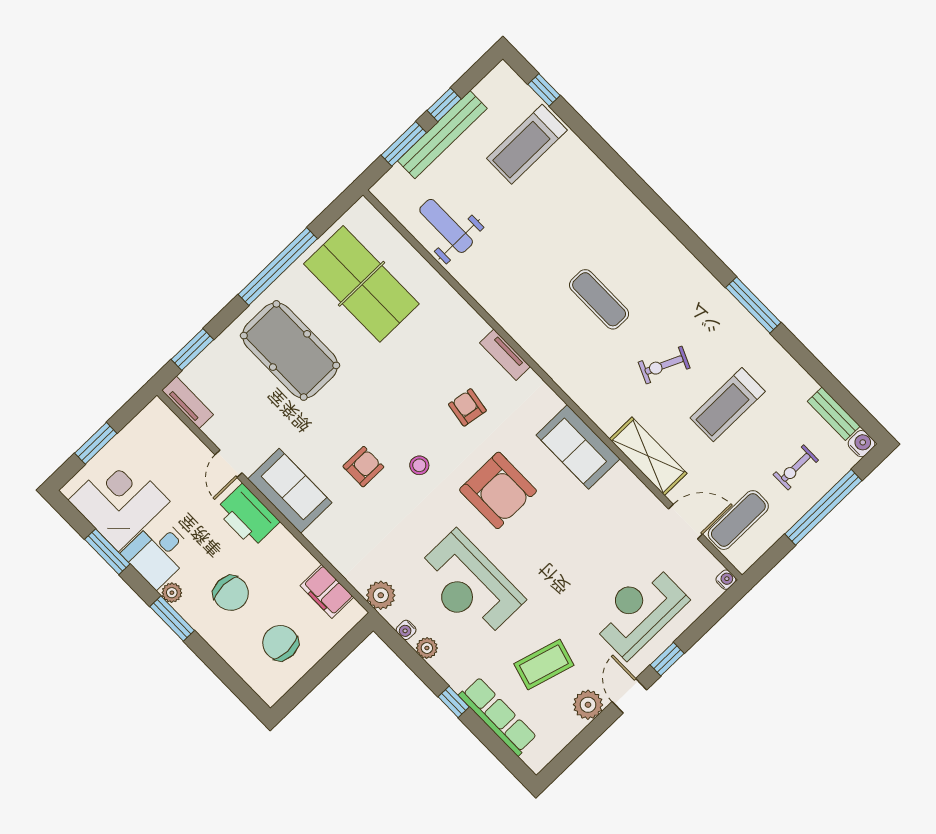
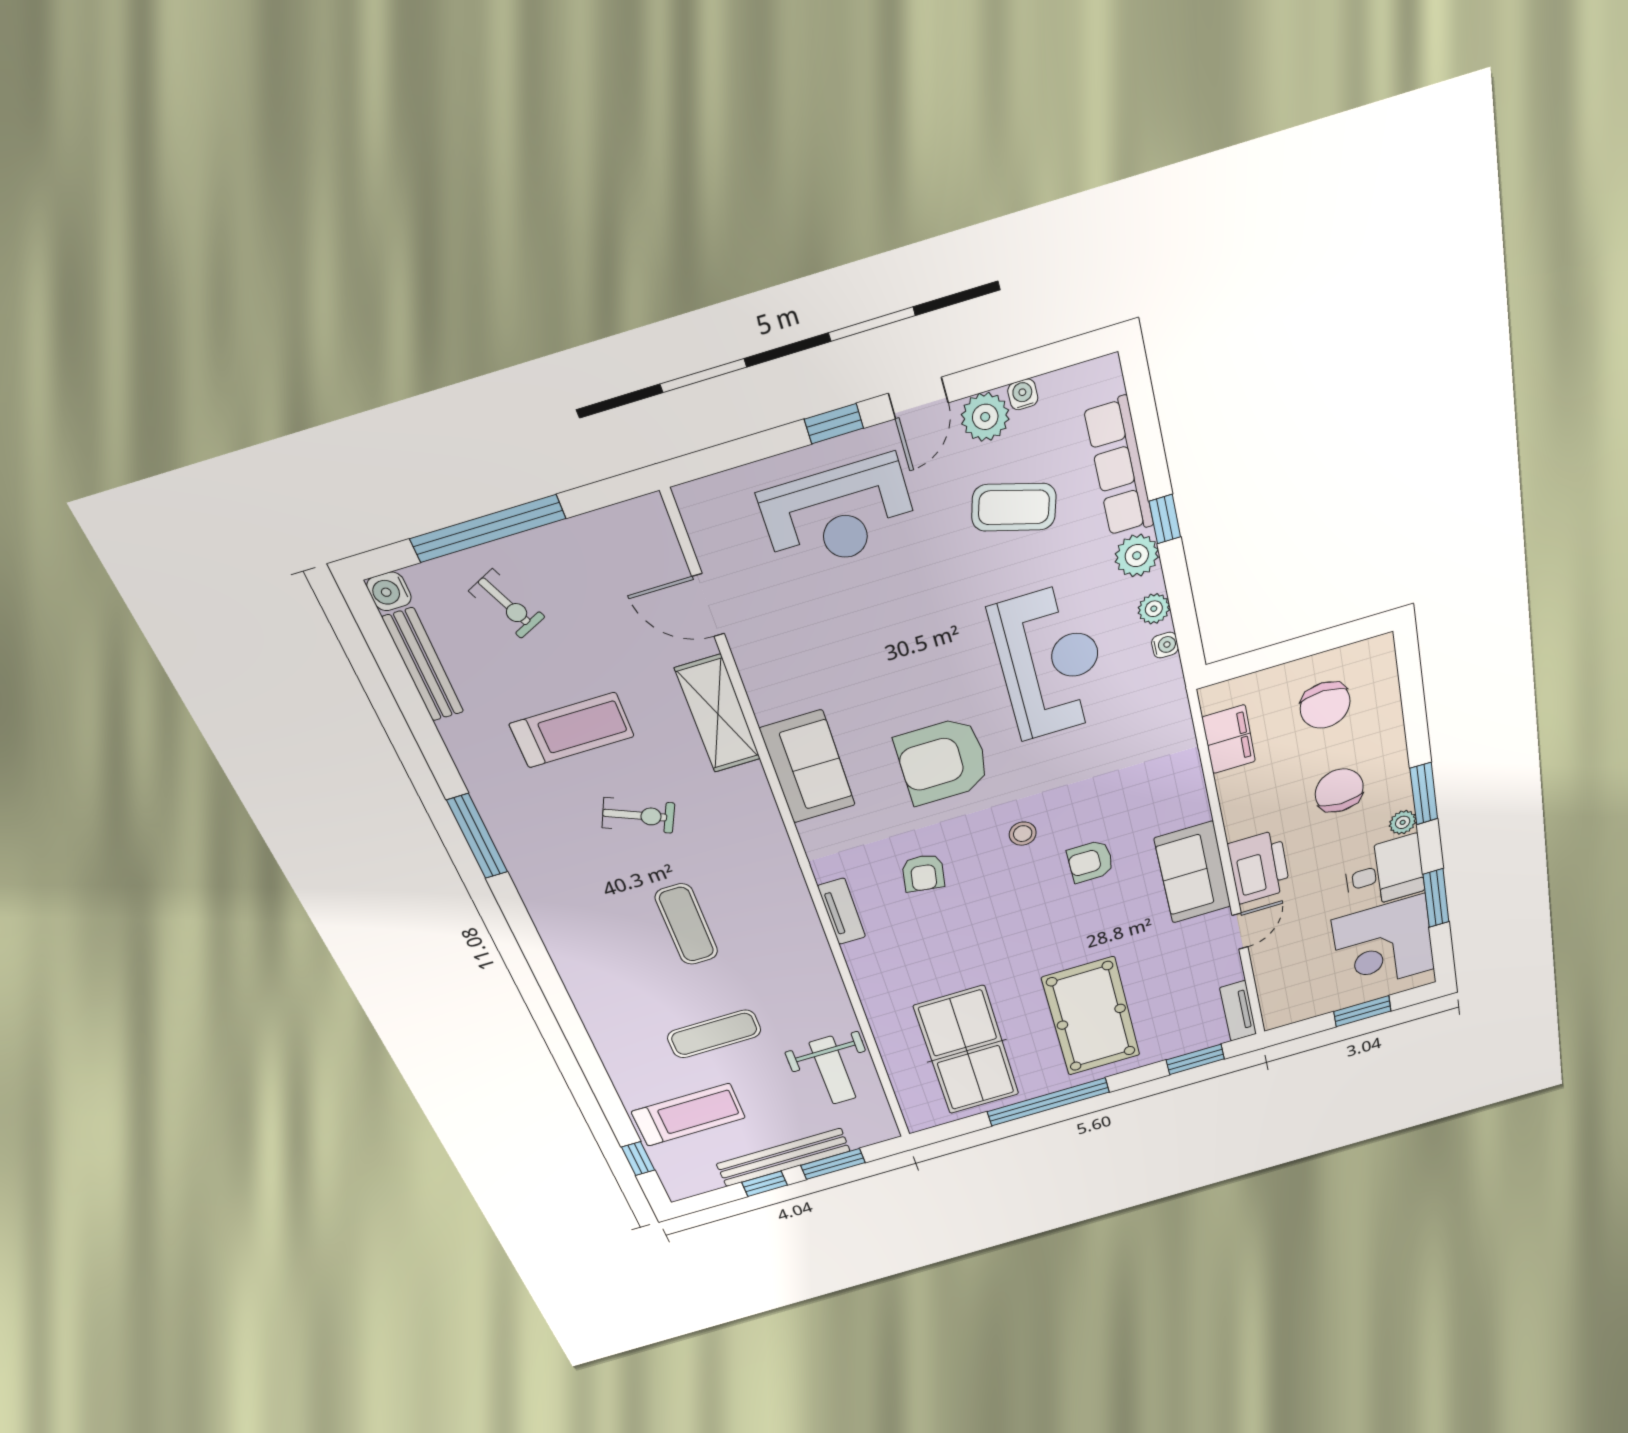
bench: (834, 414) -> (423, 665), width x1.36
exercise bike: (796, 467) -> (507, 604), turned 65
armchair: (498, 490) -> (943, 761), turned -90
exercise mat: (738, 520) -> (714, 1034), moved
water cooler: (726, 580) -> (1023, 394), moved, turned 90
plant: (381, 595) -> (1137, 556), moved

